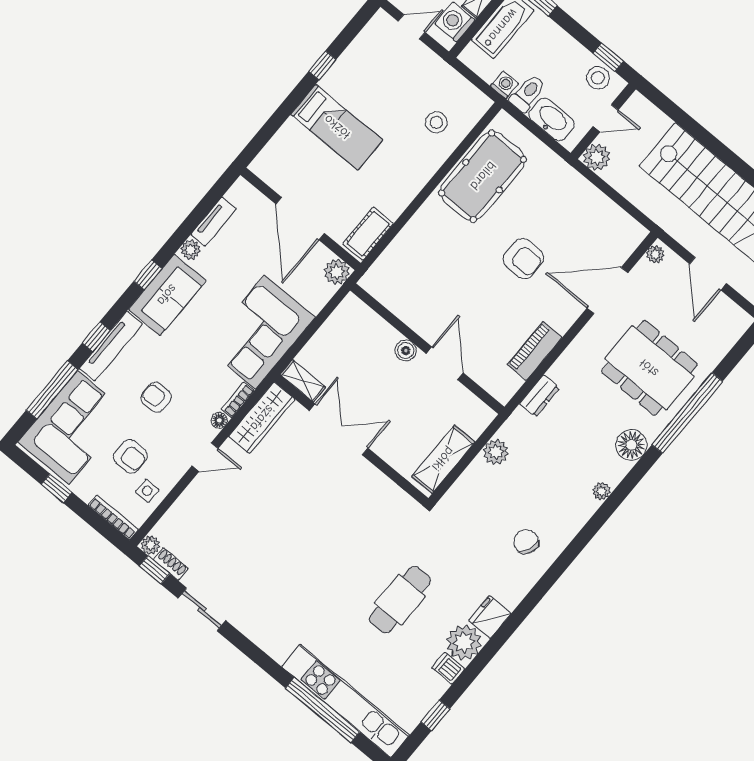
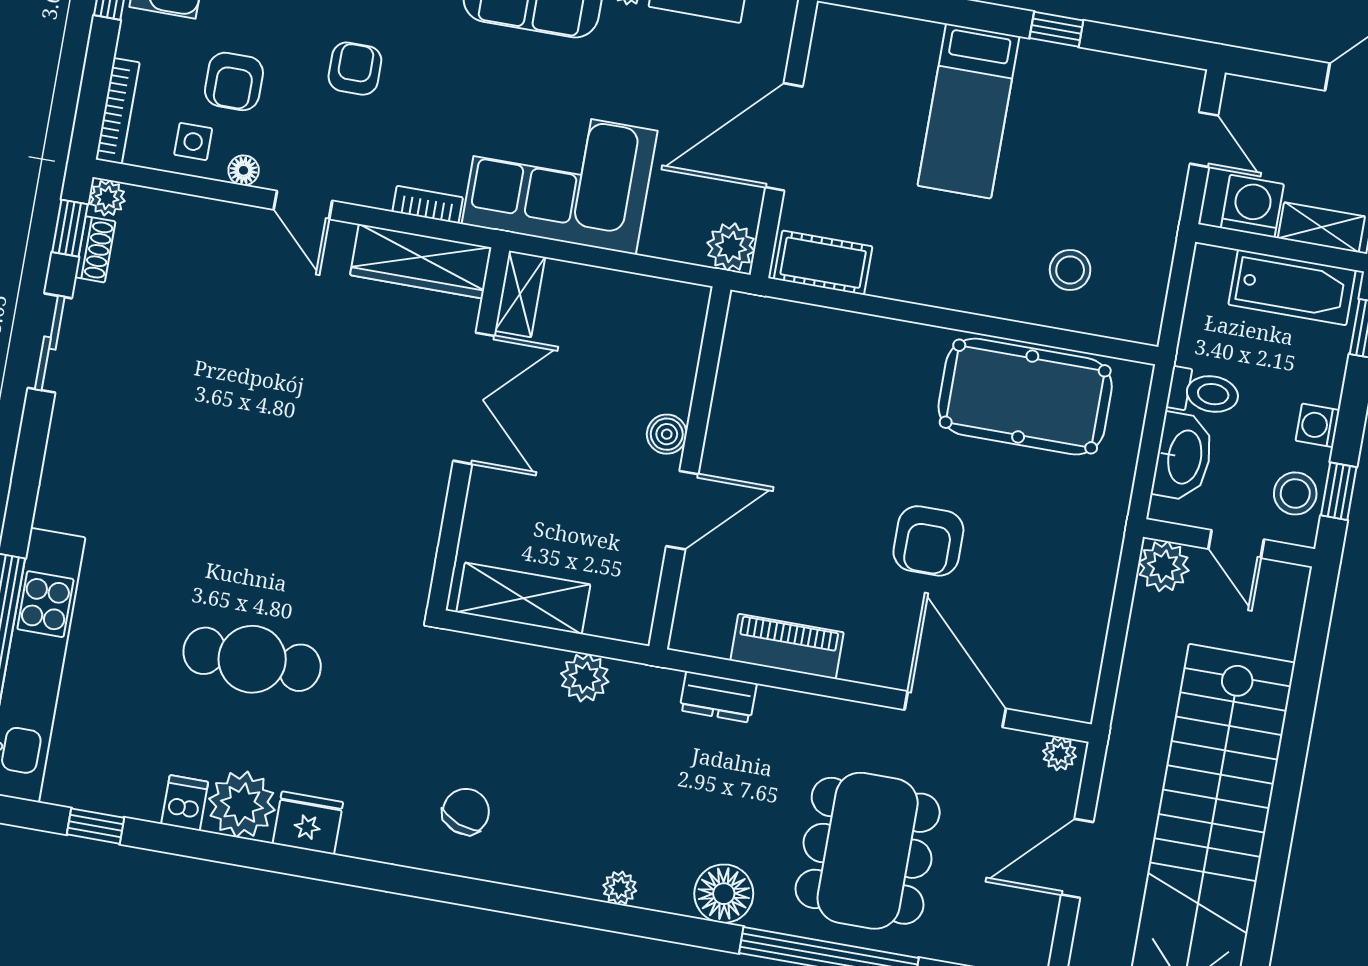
washing machine: (505, 85) -> (1318, 425), moved, turned 180
floor lamp: (219, 420) -> (244, 170), moved

